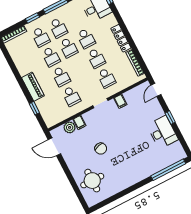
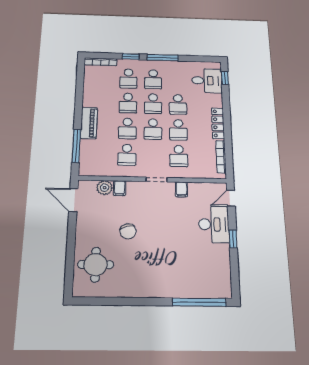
school desk: (79, 67) -> (153, 129), added
window: (34, 108) -> (76, 146), width x2.17
desk: (163, 132) -> (214, 224), moved

